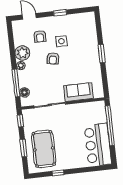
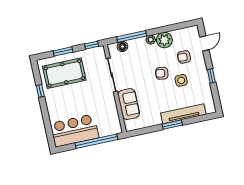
tv unit: (93, 42) -> (183, 114), added

